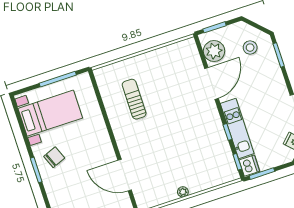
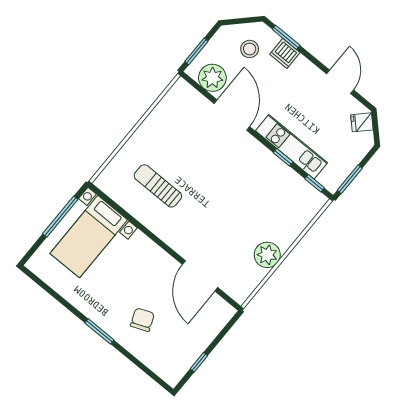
bed with nightstands: (50, 113) -> (89, 237), moved, turned 180
chair: (54, 157) -> (142, 320), moved
dishwasher: (249, 166) -> (285, 53), moved, turned 180
door: (125, 175) -> (200, 276), hinge flipped
plant: (183, 192) -> (267, 255), width x1.88, depth x1.88

